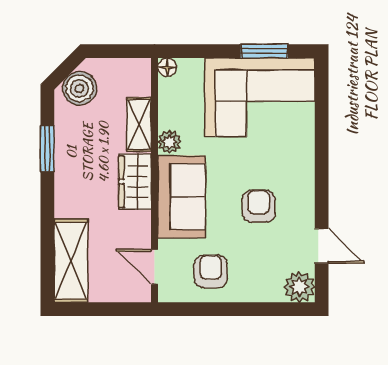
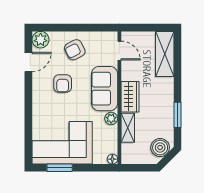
door: (322, 246) -> (28, 62), swing flipped
armchair: (211, 271) -> (75, 50), moved, turned 63

